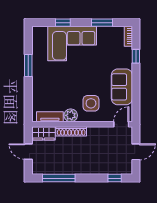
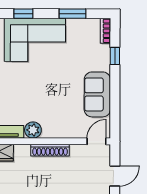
side table: (91, 103) -> (58, 115), removed
shoe rack: (71, 131) -> (50, 150), moved

